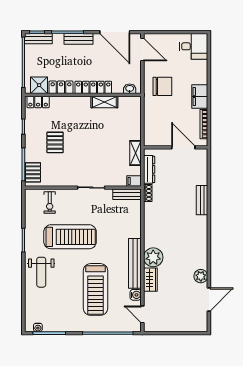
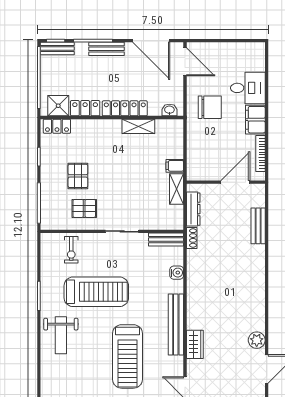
desk: (194, 46) -> (248, 88), moved
door: (183, 147) -> (235, 182), hinge flipped
pallet: (33, 172) -> (84, 208), moved, turned 90
filing cabinet: (134, 181) -> (175, 166), moved
bench: (202, 200) -> (258, 226), moved
plant: (153, 257) -> (198, 317), removed
water cooler: (136, 295) -> (177, 273), moved

